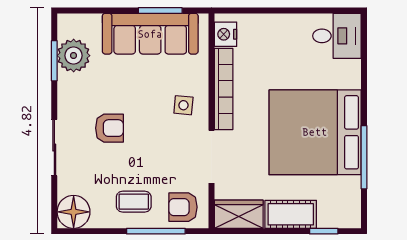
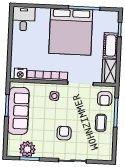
floor lamp: (74, 212) -> (105, 153), removed

